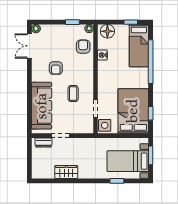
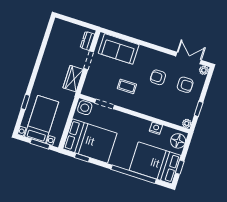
bed: (139, 46) -> (155, 163), width x1.50
armchair: (83, 47) -> (185, 85), moved
sofa: (42, 106) -> (119, 49), width x0.73
wardrobe: (66, 172) -> (73, 79), moved, turned 180

